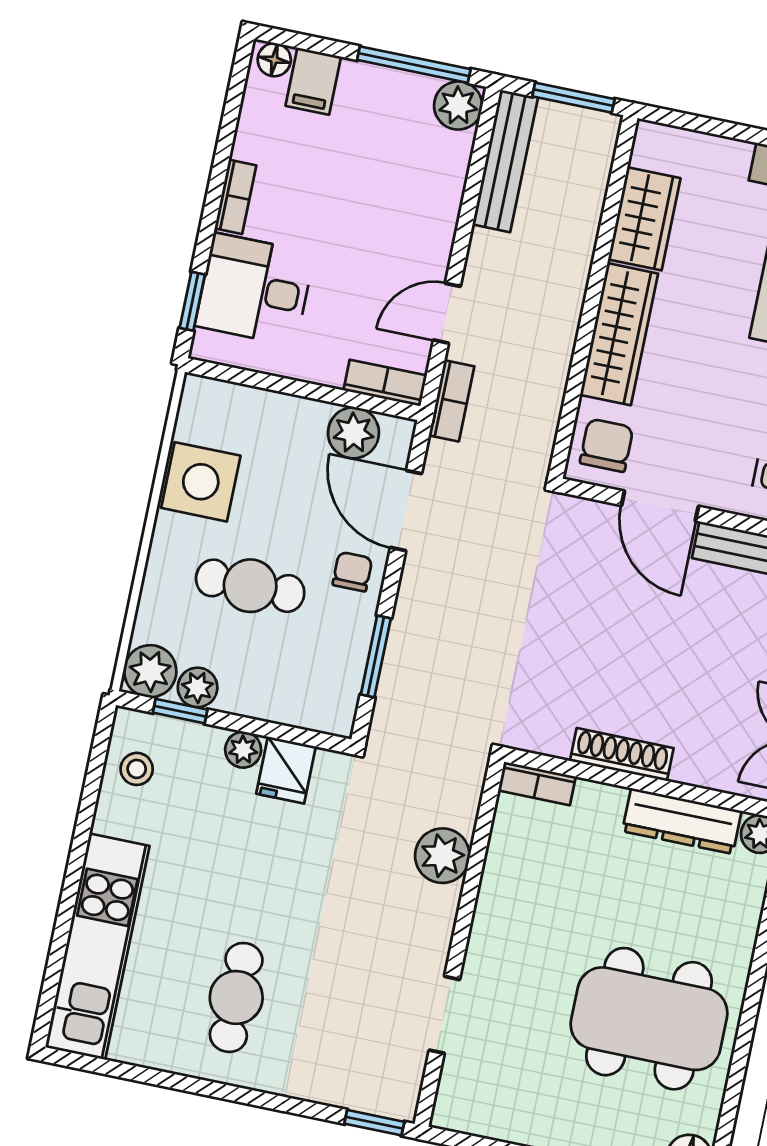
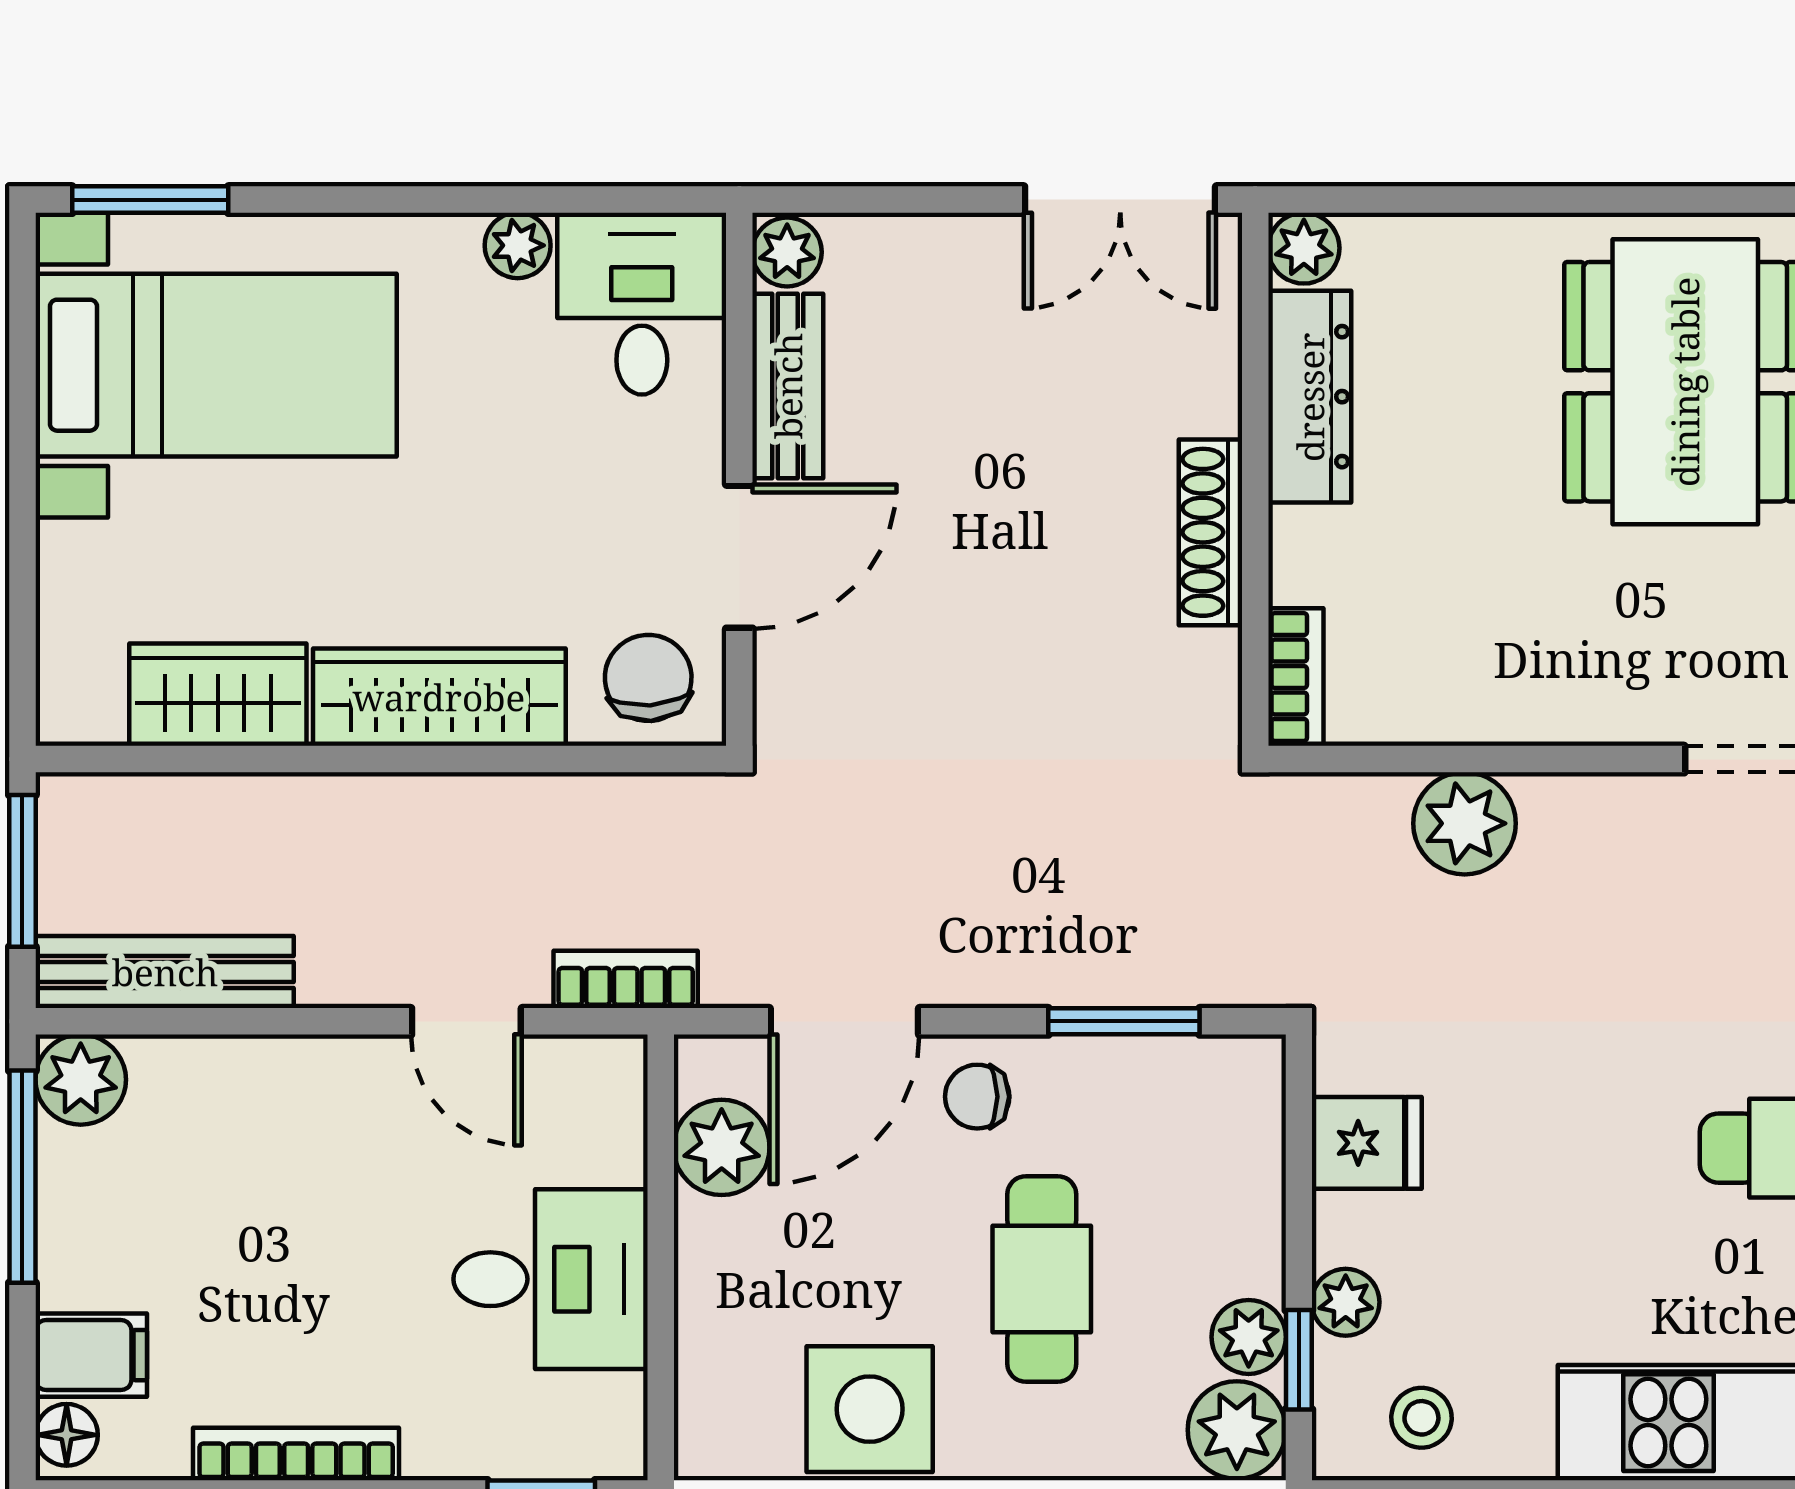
bookcase: (235, 197) -> (296, 1454), width x1.56
desk: (255, 289) -> (551, 1279), moved, turned -90
bookcase: (385, 383) -> (618, 1108), removed
chair: (607, 445) -> (648, 678), turned 86
plant: (243, 750) -> (1346, 1302), moved

